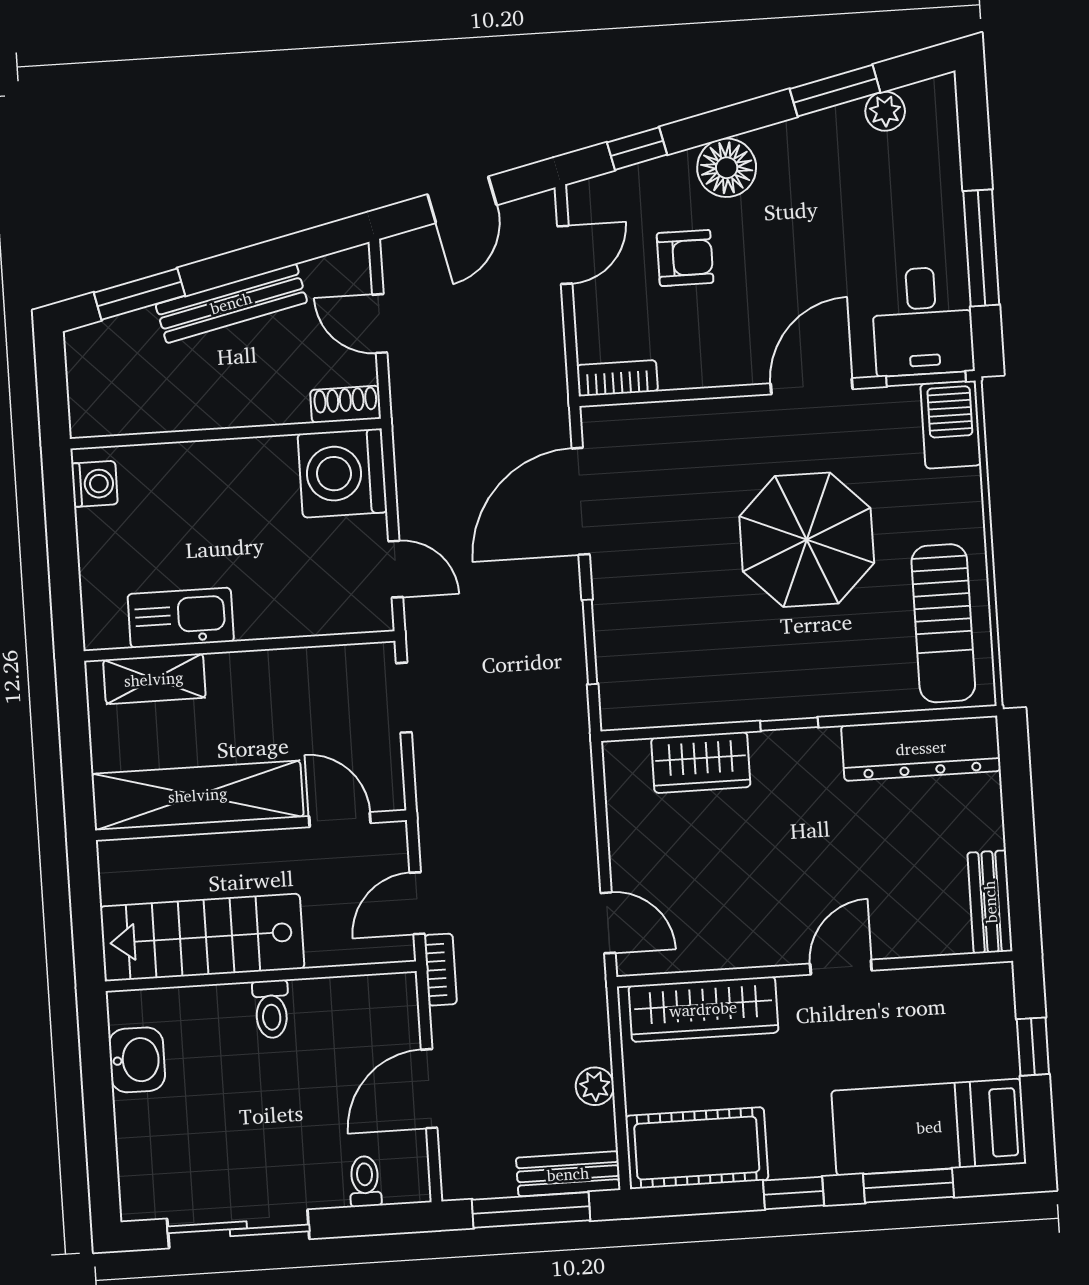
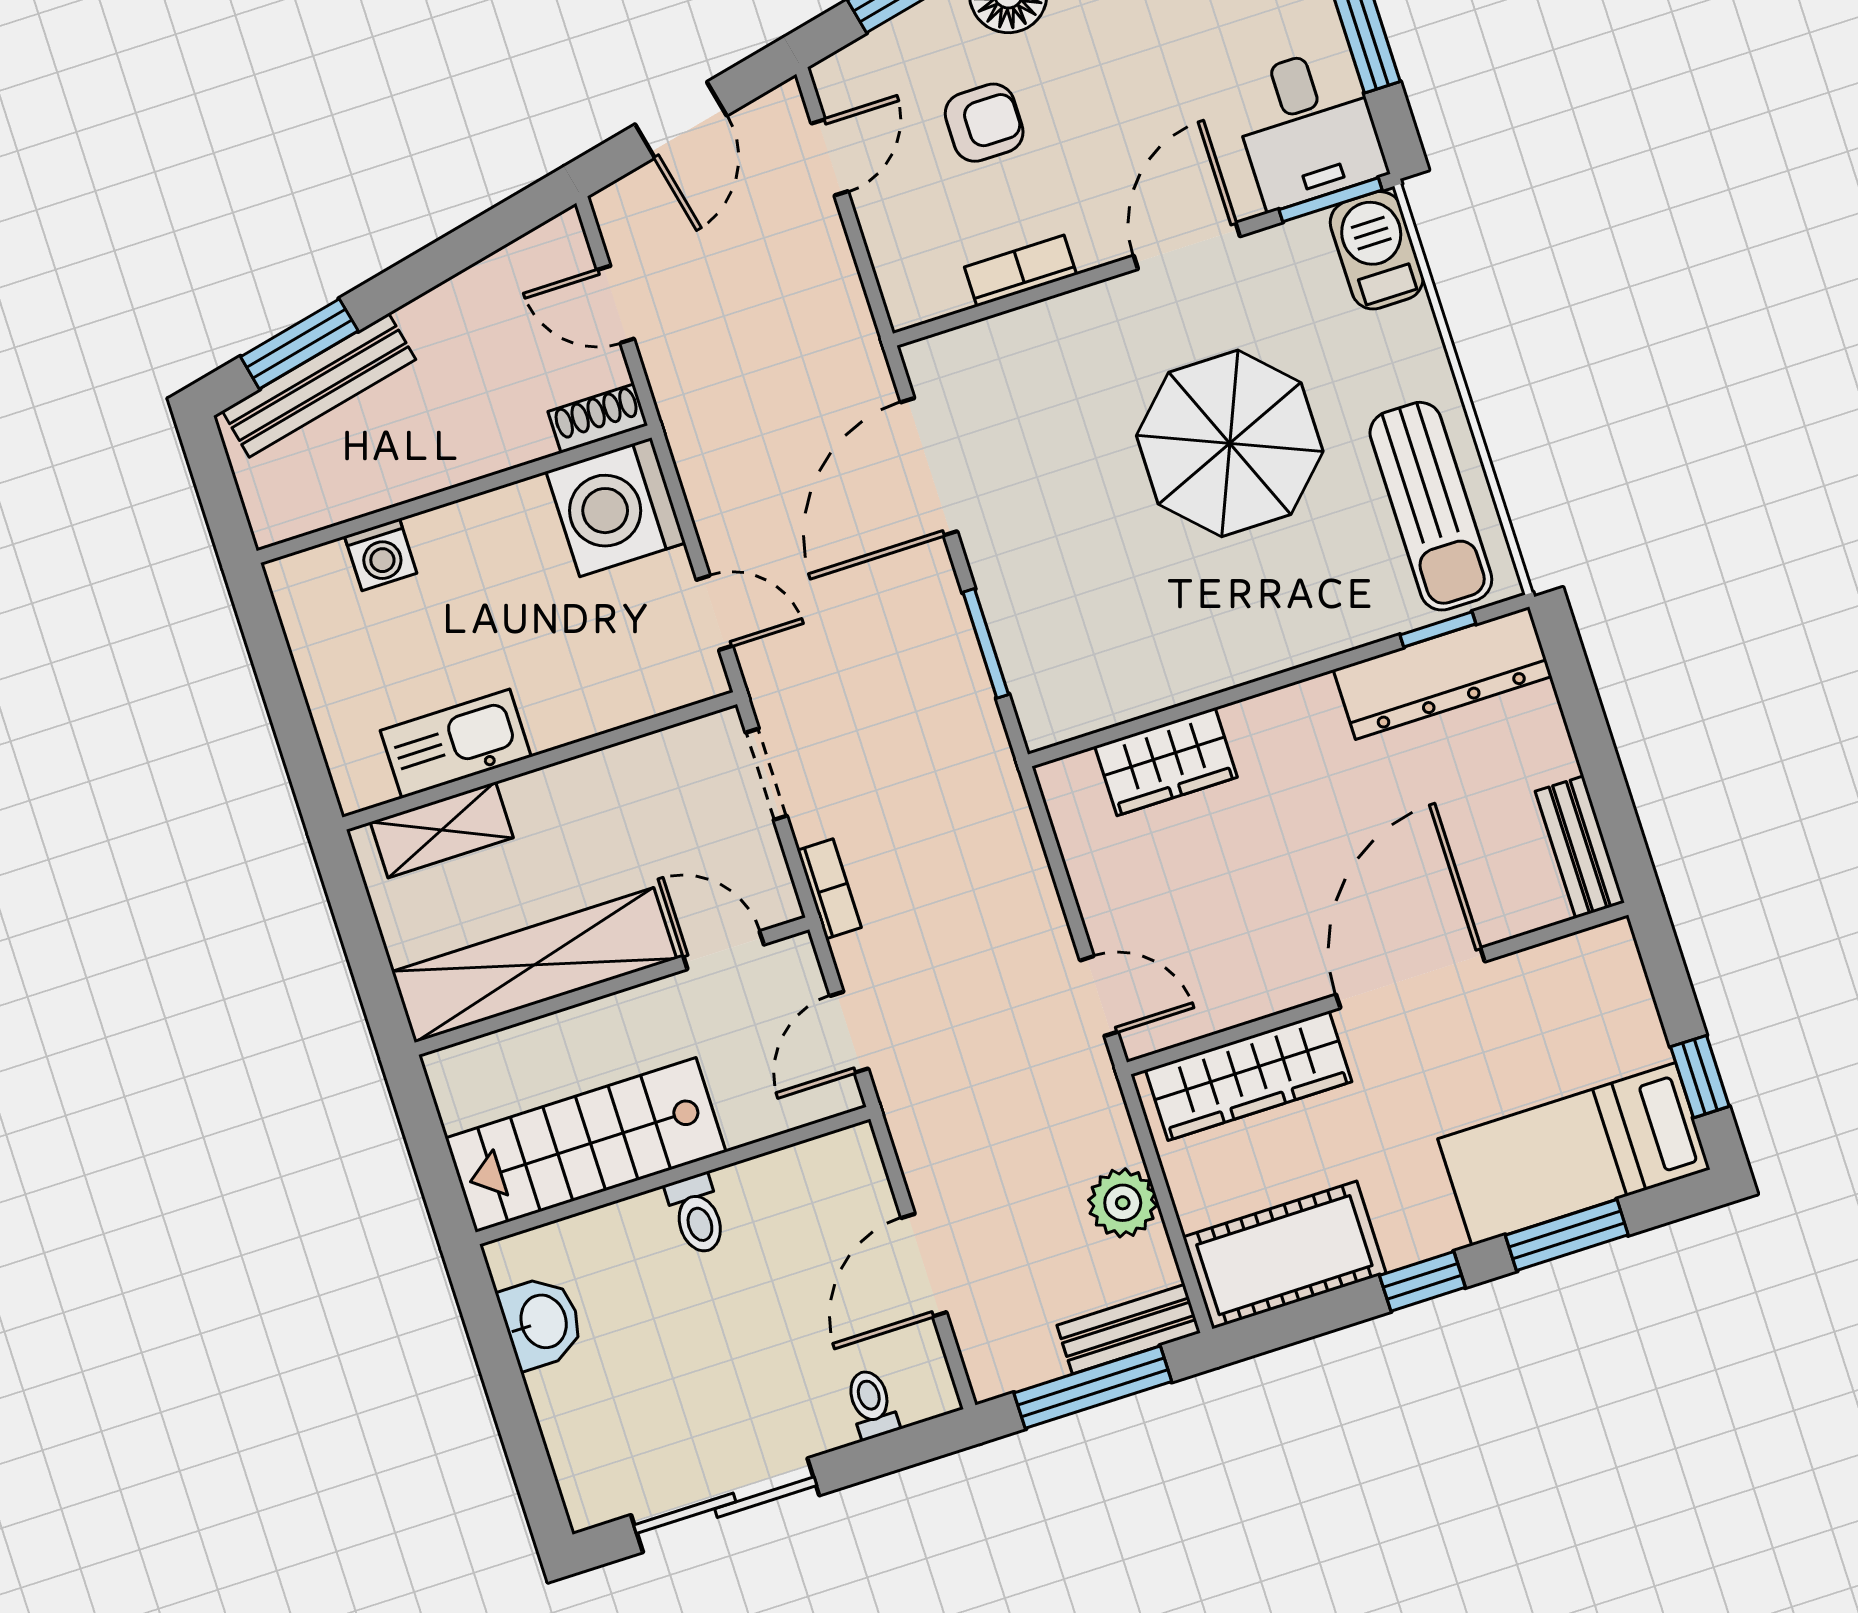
bench: (231, 303) -> (319, 385), moved
bookcase: (617, 378) -> (1021, 271), moved
washing machine: (95, 484) -> (381, 555), moved, turned 90
window: (789, 724) -> (1438, 629), moved
door: (841, 967) -> (1410, 978), width x1.87
bookcase: (440, 970) -> (829, 889), moved
window: (1033, 1047) -> (1700, 1077), moved
plant: (595, 1086) -> (1123, 1203), width x1.38, depth x1.38

